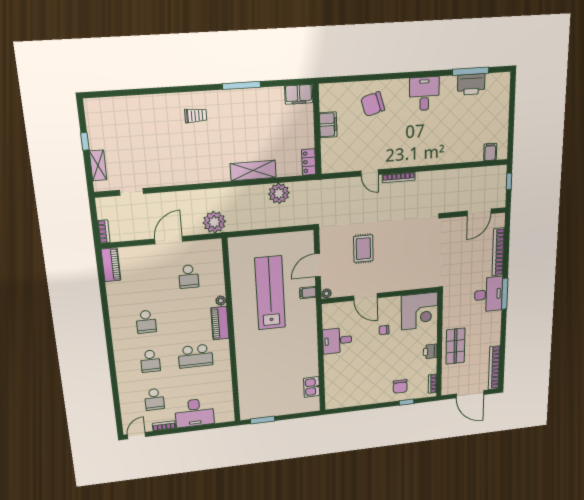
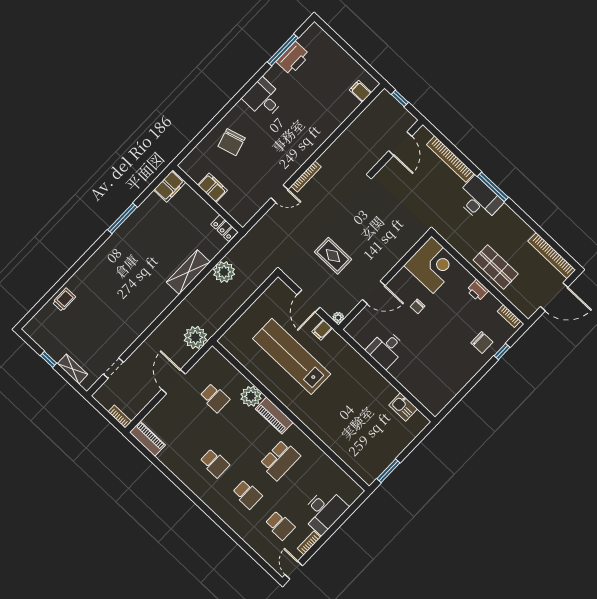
trolley: (196, 116) -> (64, 300), moved
plant: (221, 301) -> (251, 396), width x1.88, depth x1.88

